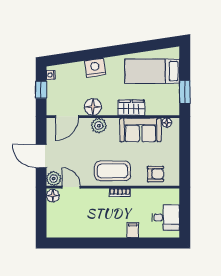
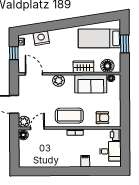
nightstand: (95, 68) -> (41, 38), moved
window: (185, 92) -> (125, 44), moved
floor lamp: (93, 107) -> (107, 66), moved
door: (67, 117) -> (34, 74), swing flipped
door: (71, 187) -> (37, 128), hinge flipped
printer: (172, 196) -> (116, 135), added

